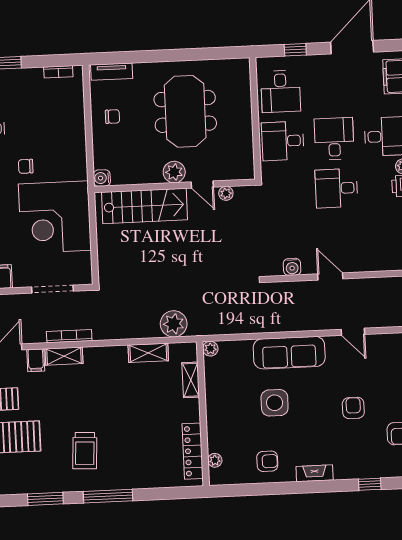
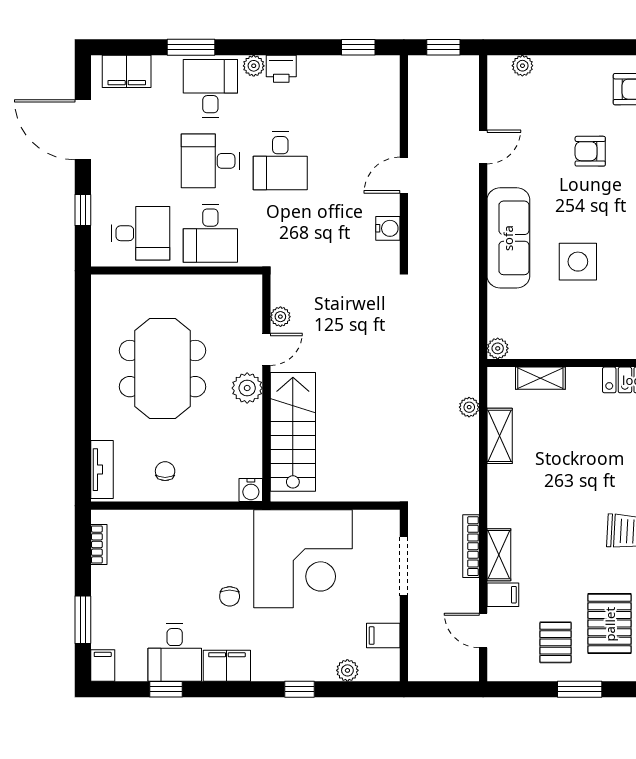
meeting table: (185, 111) -> (162, 369), turned 90
plant: (174, 324) -> (469, 407), width x0.53, depth x0.53

